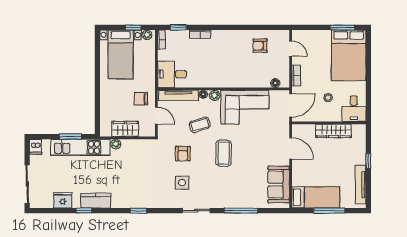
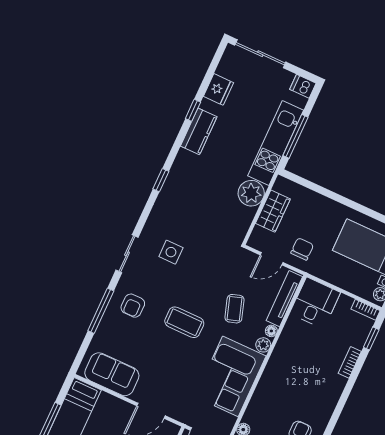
window: (70, 137) -> (295, 136), width x1.44
plant: (116, 144) -> (251, 193), width x1.88, depth x1.88
armchair: (183, 154) -> (133, 306), moved, turned -90

